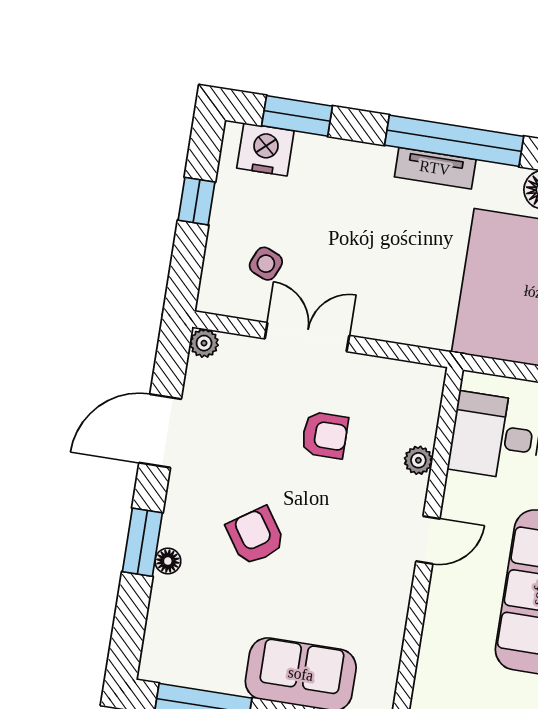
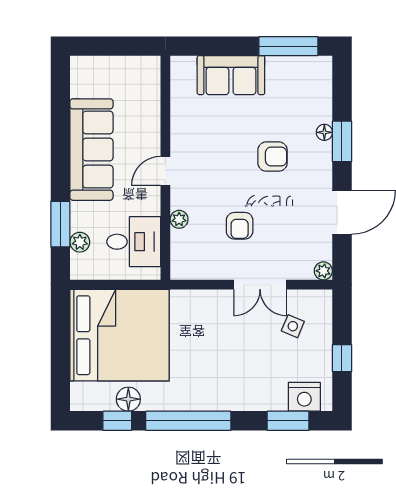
tv unit: (435, 168) -> (197, 402), removed
armchair: (325, 435) -> (240, 226), turned -90
armchair: (256, 536) -> (273, 157), turned -56

